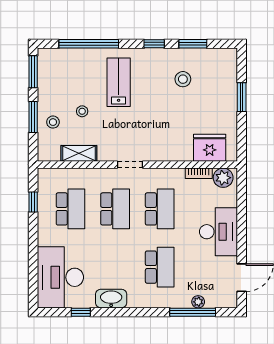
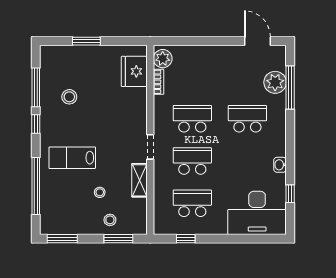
window: (193, 44) -> (36, 87), width x1.44
window: (33, 117) -> (118, 239), moved
shelving: (79, 153) -> (140, 180), moved
desk: (218, 232) -> (214, 63), removed
washbasin: (111, 299) -> (280, 165), width x0.52, depth x0.69
plant: (198, 302) -> (275, 82), width x1.88, depth x1.88

